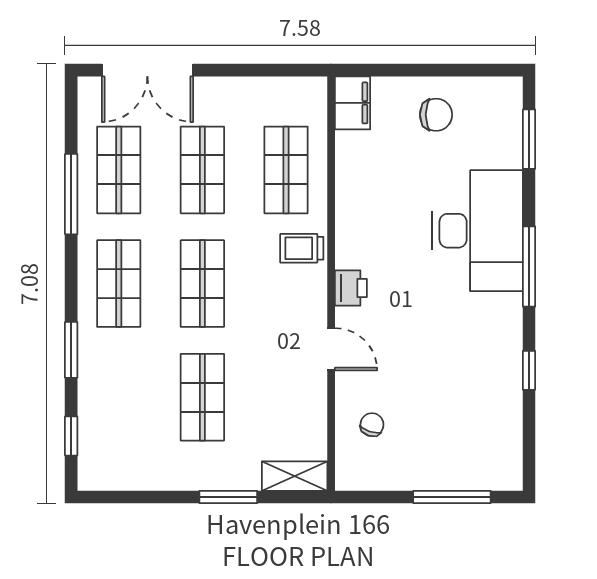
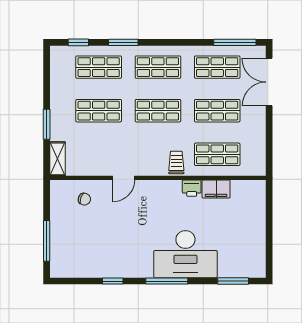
filing cabinet: (353, 103) -> (216, 189), moved
chair: (436, 115) -> (246, 233), removed
window: (71, 194) -> (235, 42), moved
printer: (351, 288) -> (192, 188), moved
shop shelf: (119, 397) -> (99, 67), added

